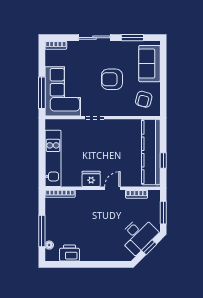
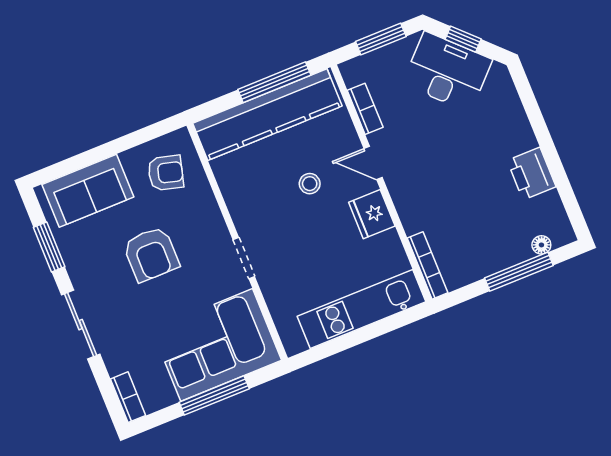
window: (42, 93) -> (214, 395), moved
stool: (115, 158) -> (310, 184), added
window: (163, 160) -> (274, 82), width x2.17
printer: (69, 253) -> (532, 174), moved

